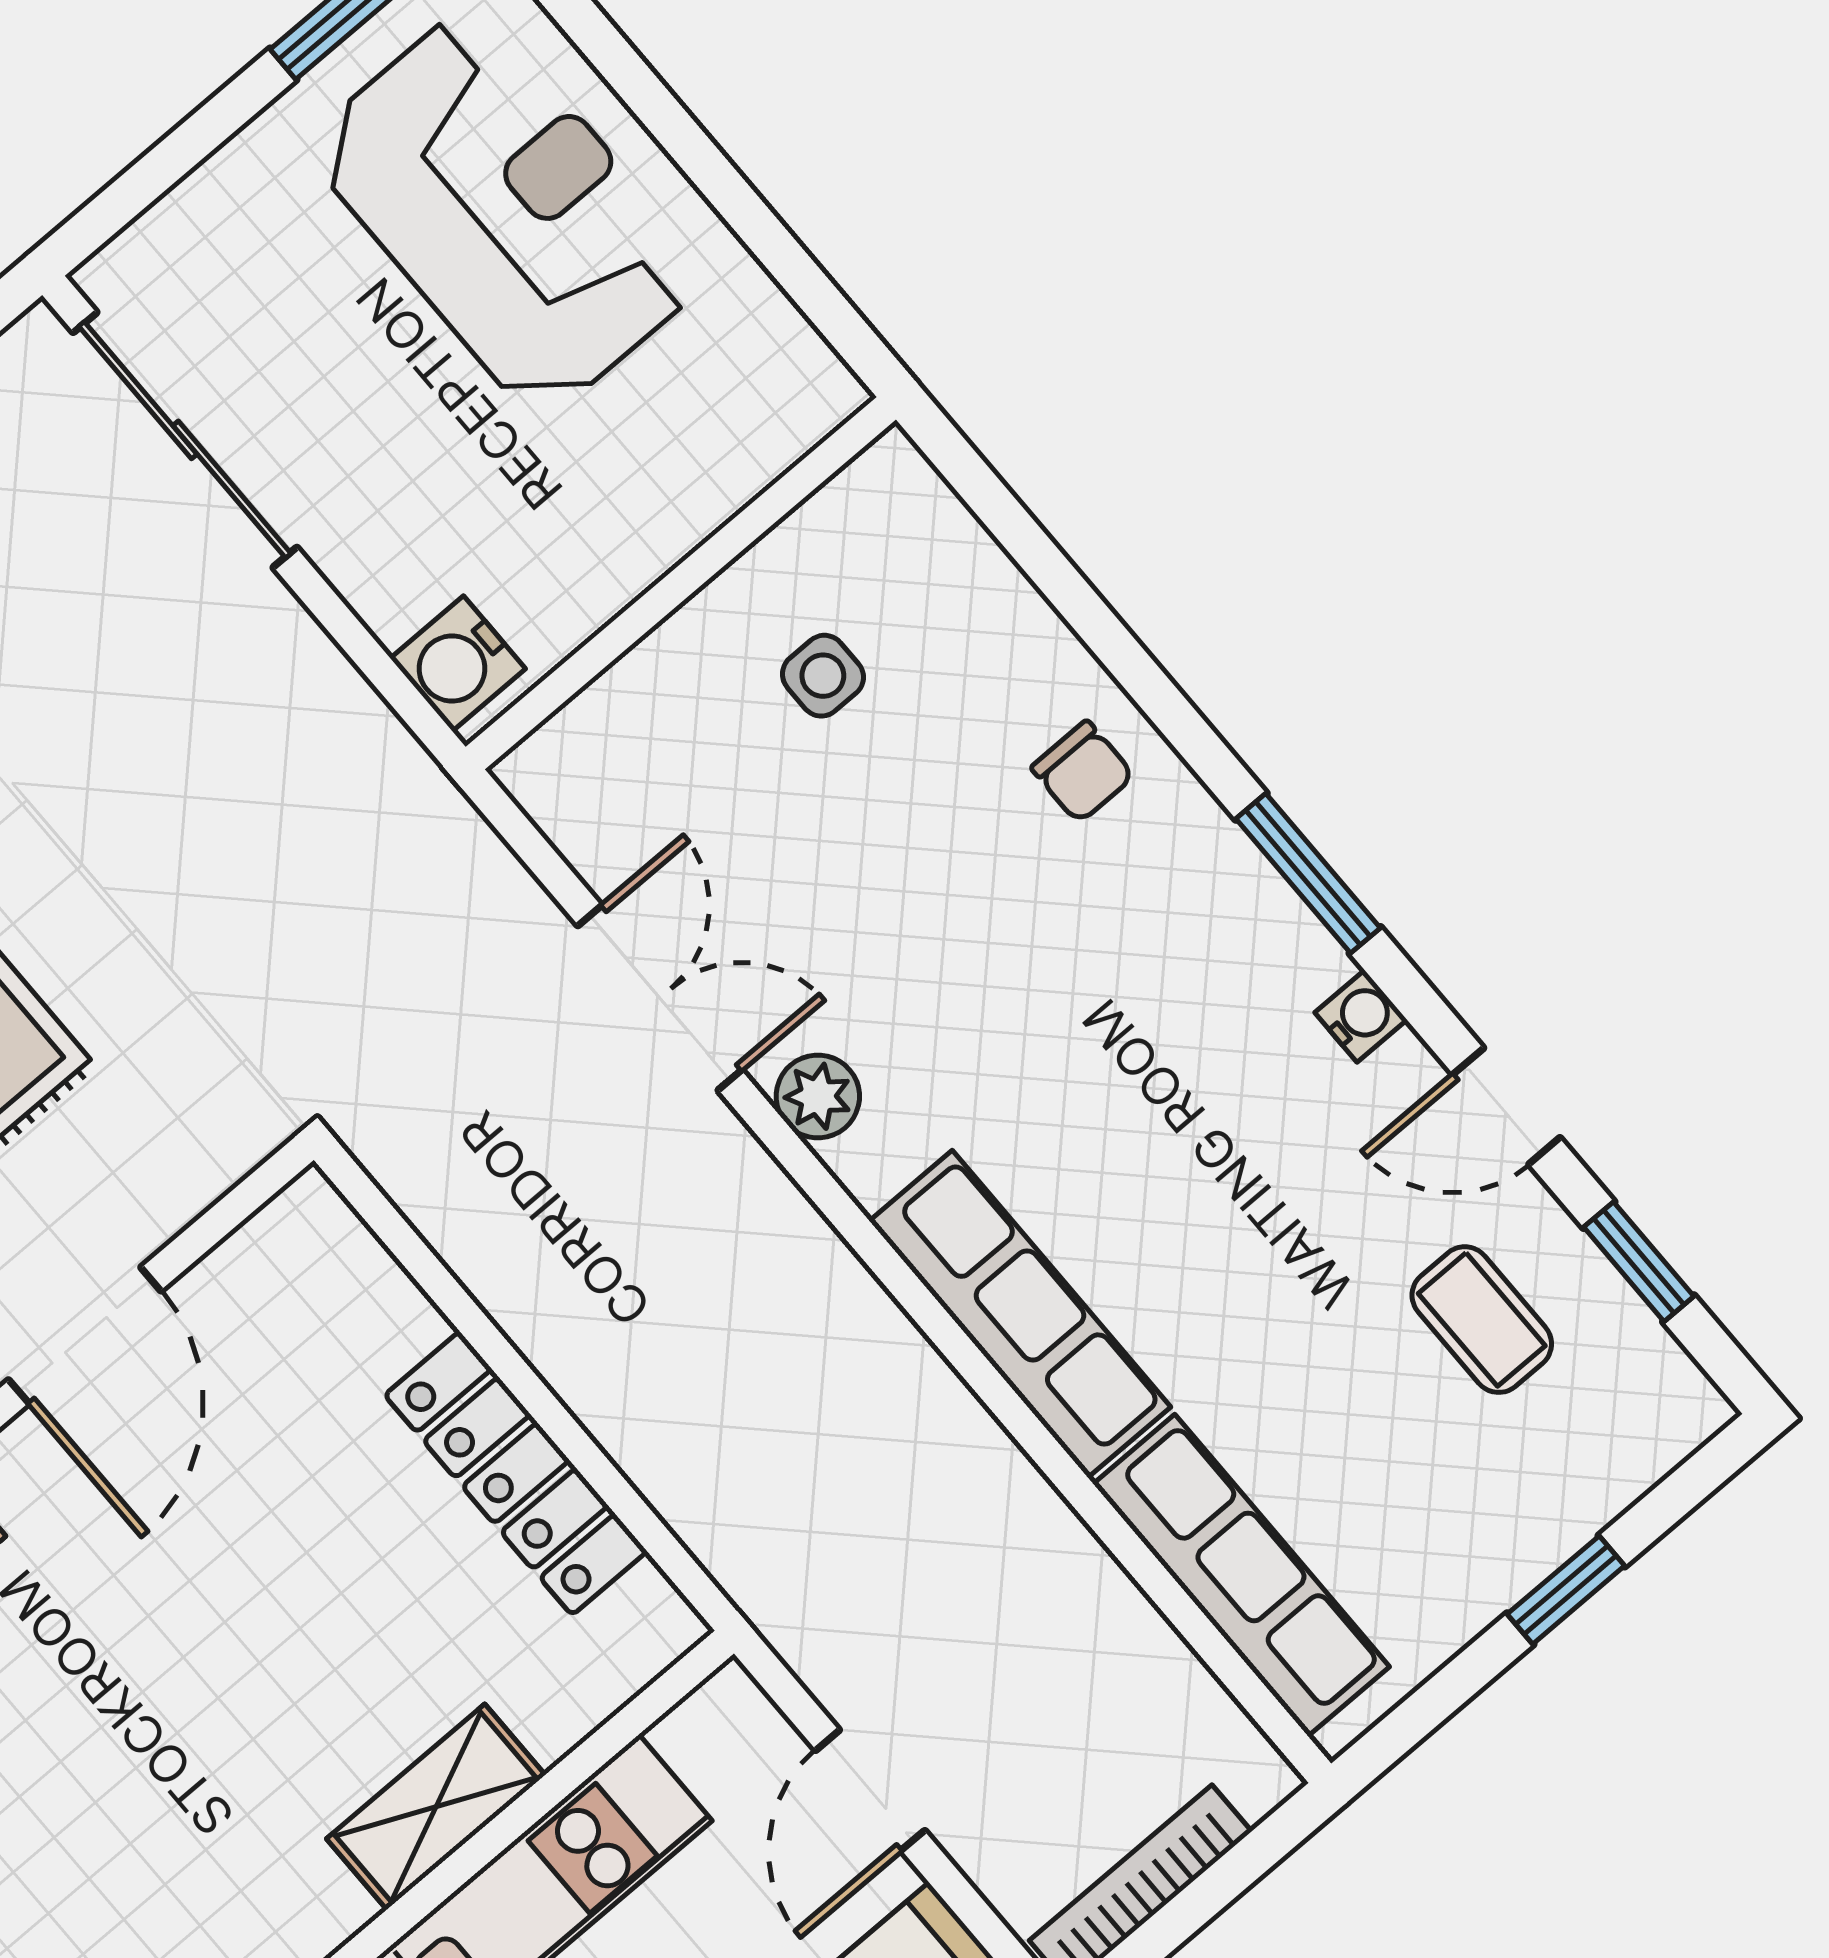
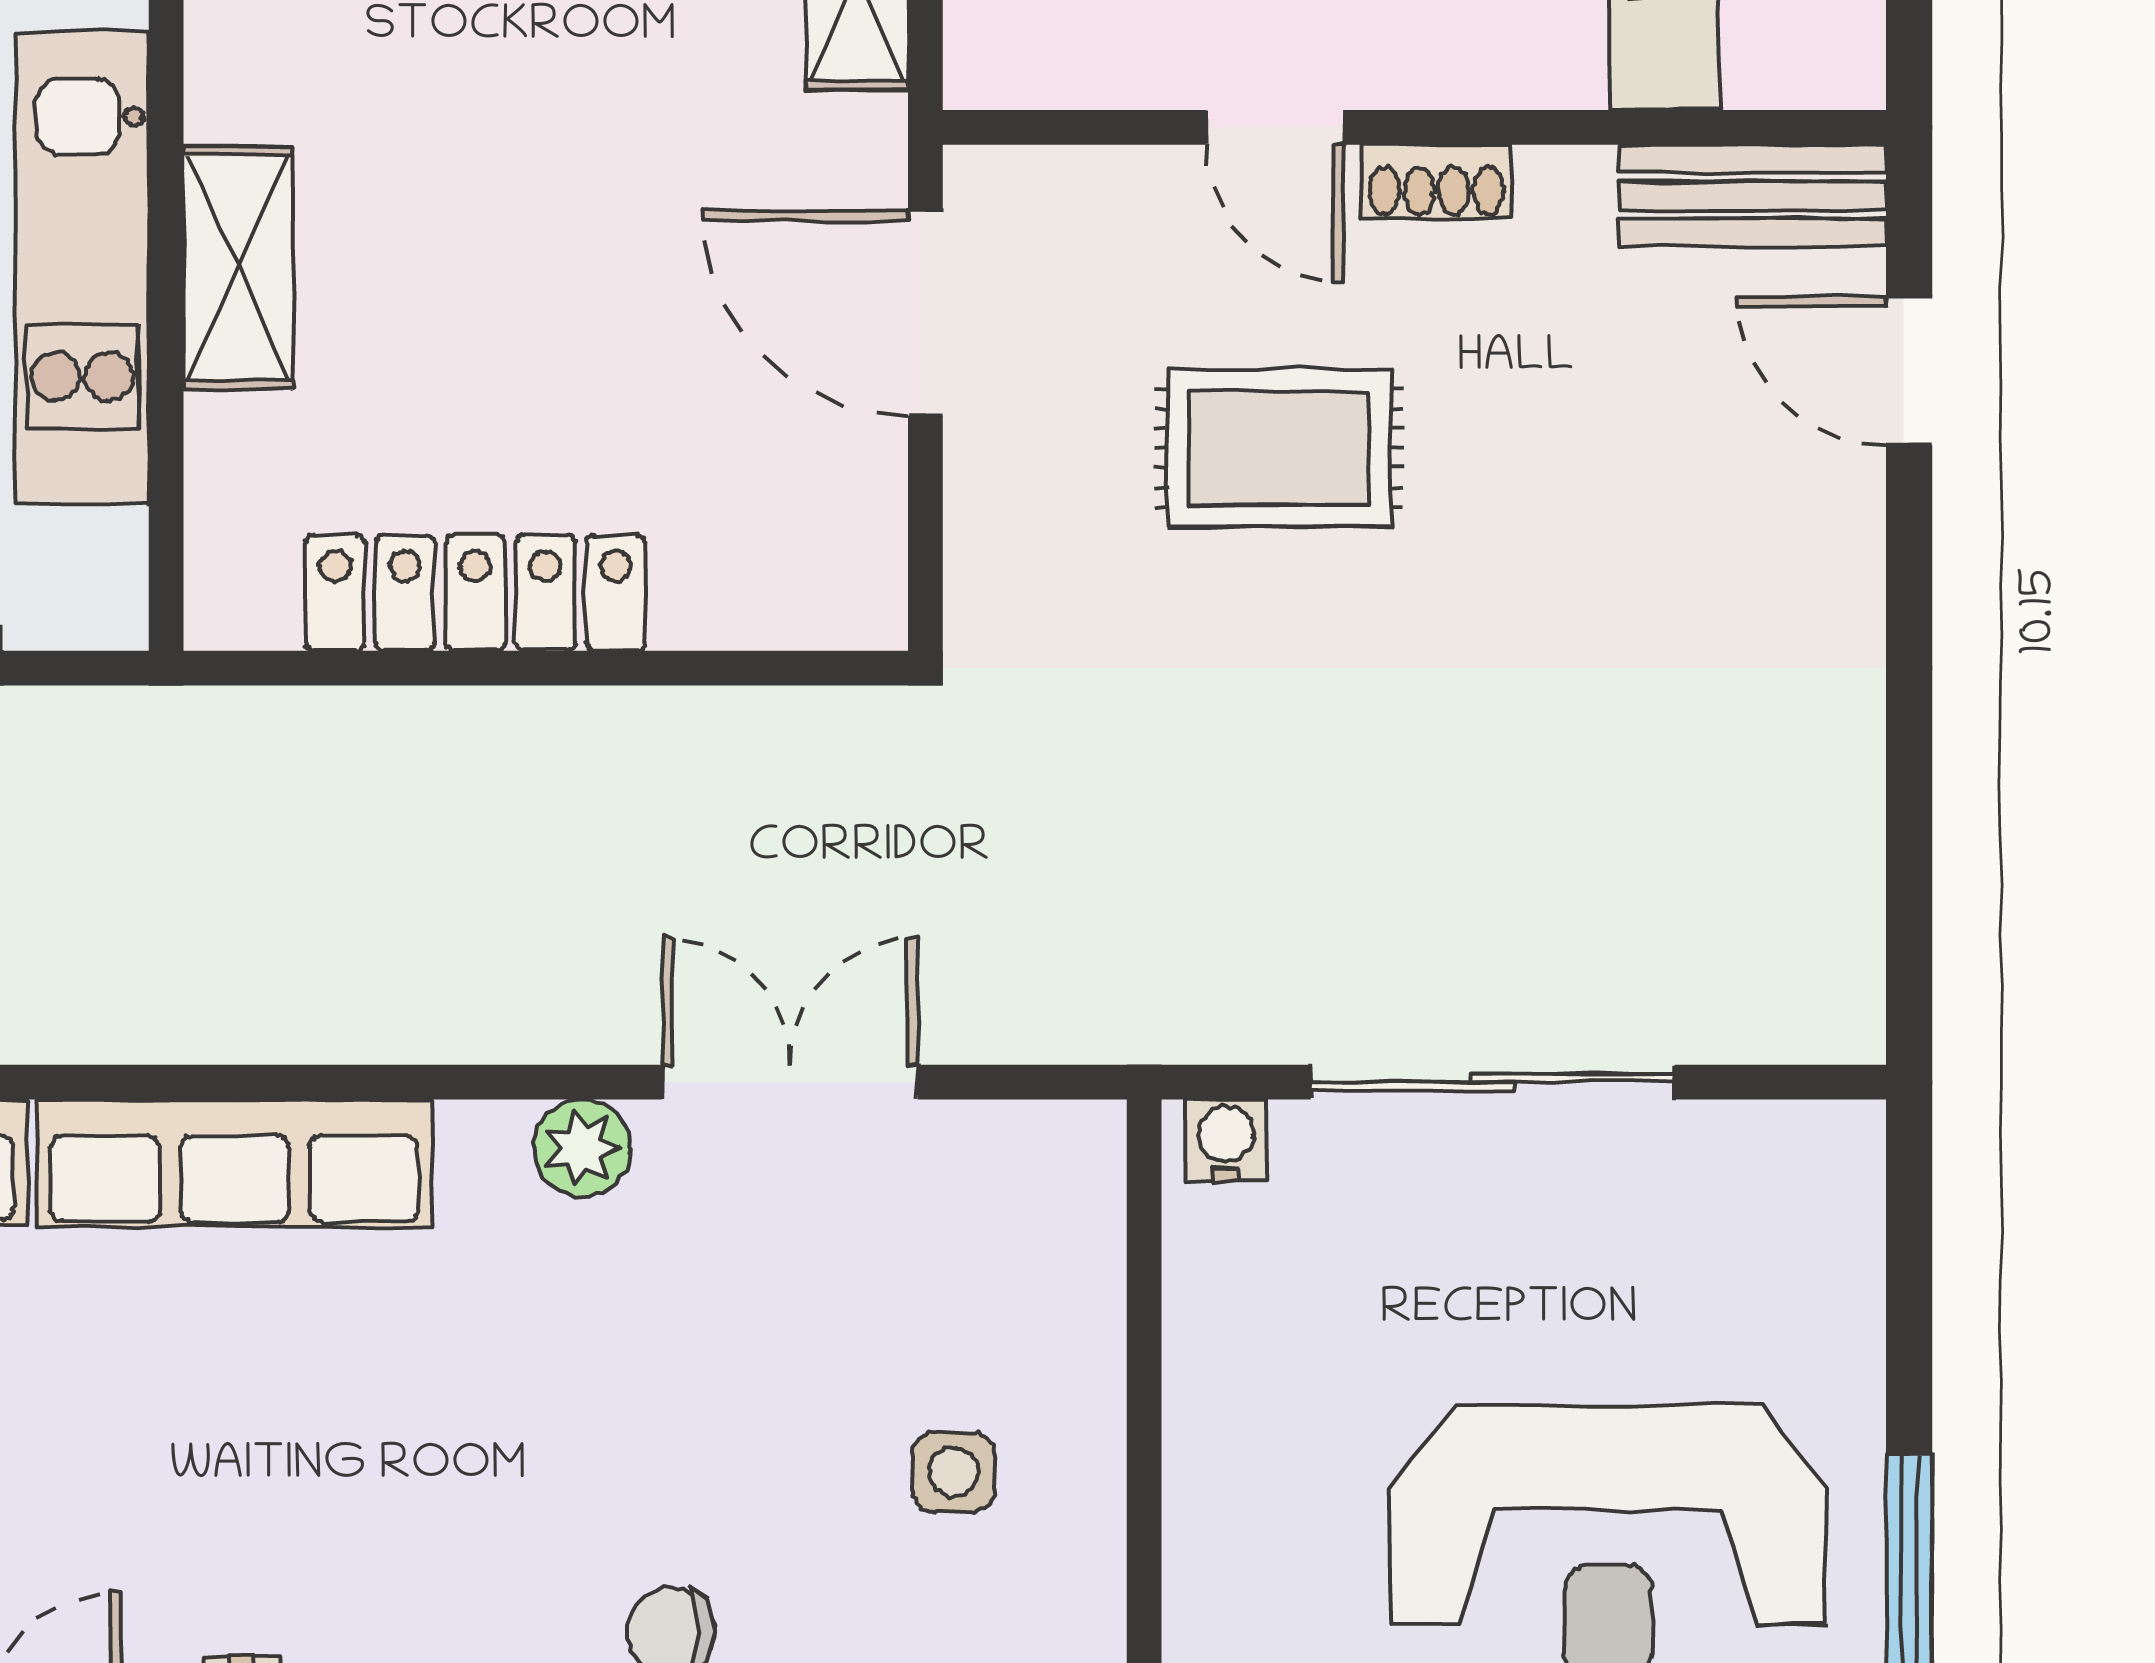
sliding door: (185, 440) -> (1493, 1082), moved
water cooler: (458, 664) -> (1226, 1140), width x0.72, depth x0.72
double door: (660, 998) -> (790, 1082), swing flipped

